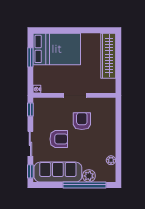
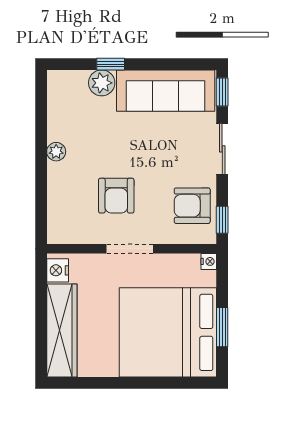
bed: (57, 49) -> (168, 332), width x1.36
nightstand: (110, 85) -> (58, 270), added
armchair: (59, 139) -> (192, 206), moved
plant: (111, 160) -> (56, 152), moved
window: (85, 185) -> (111, 64), width x0.32

